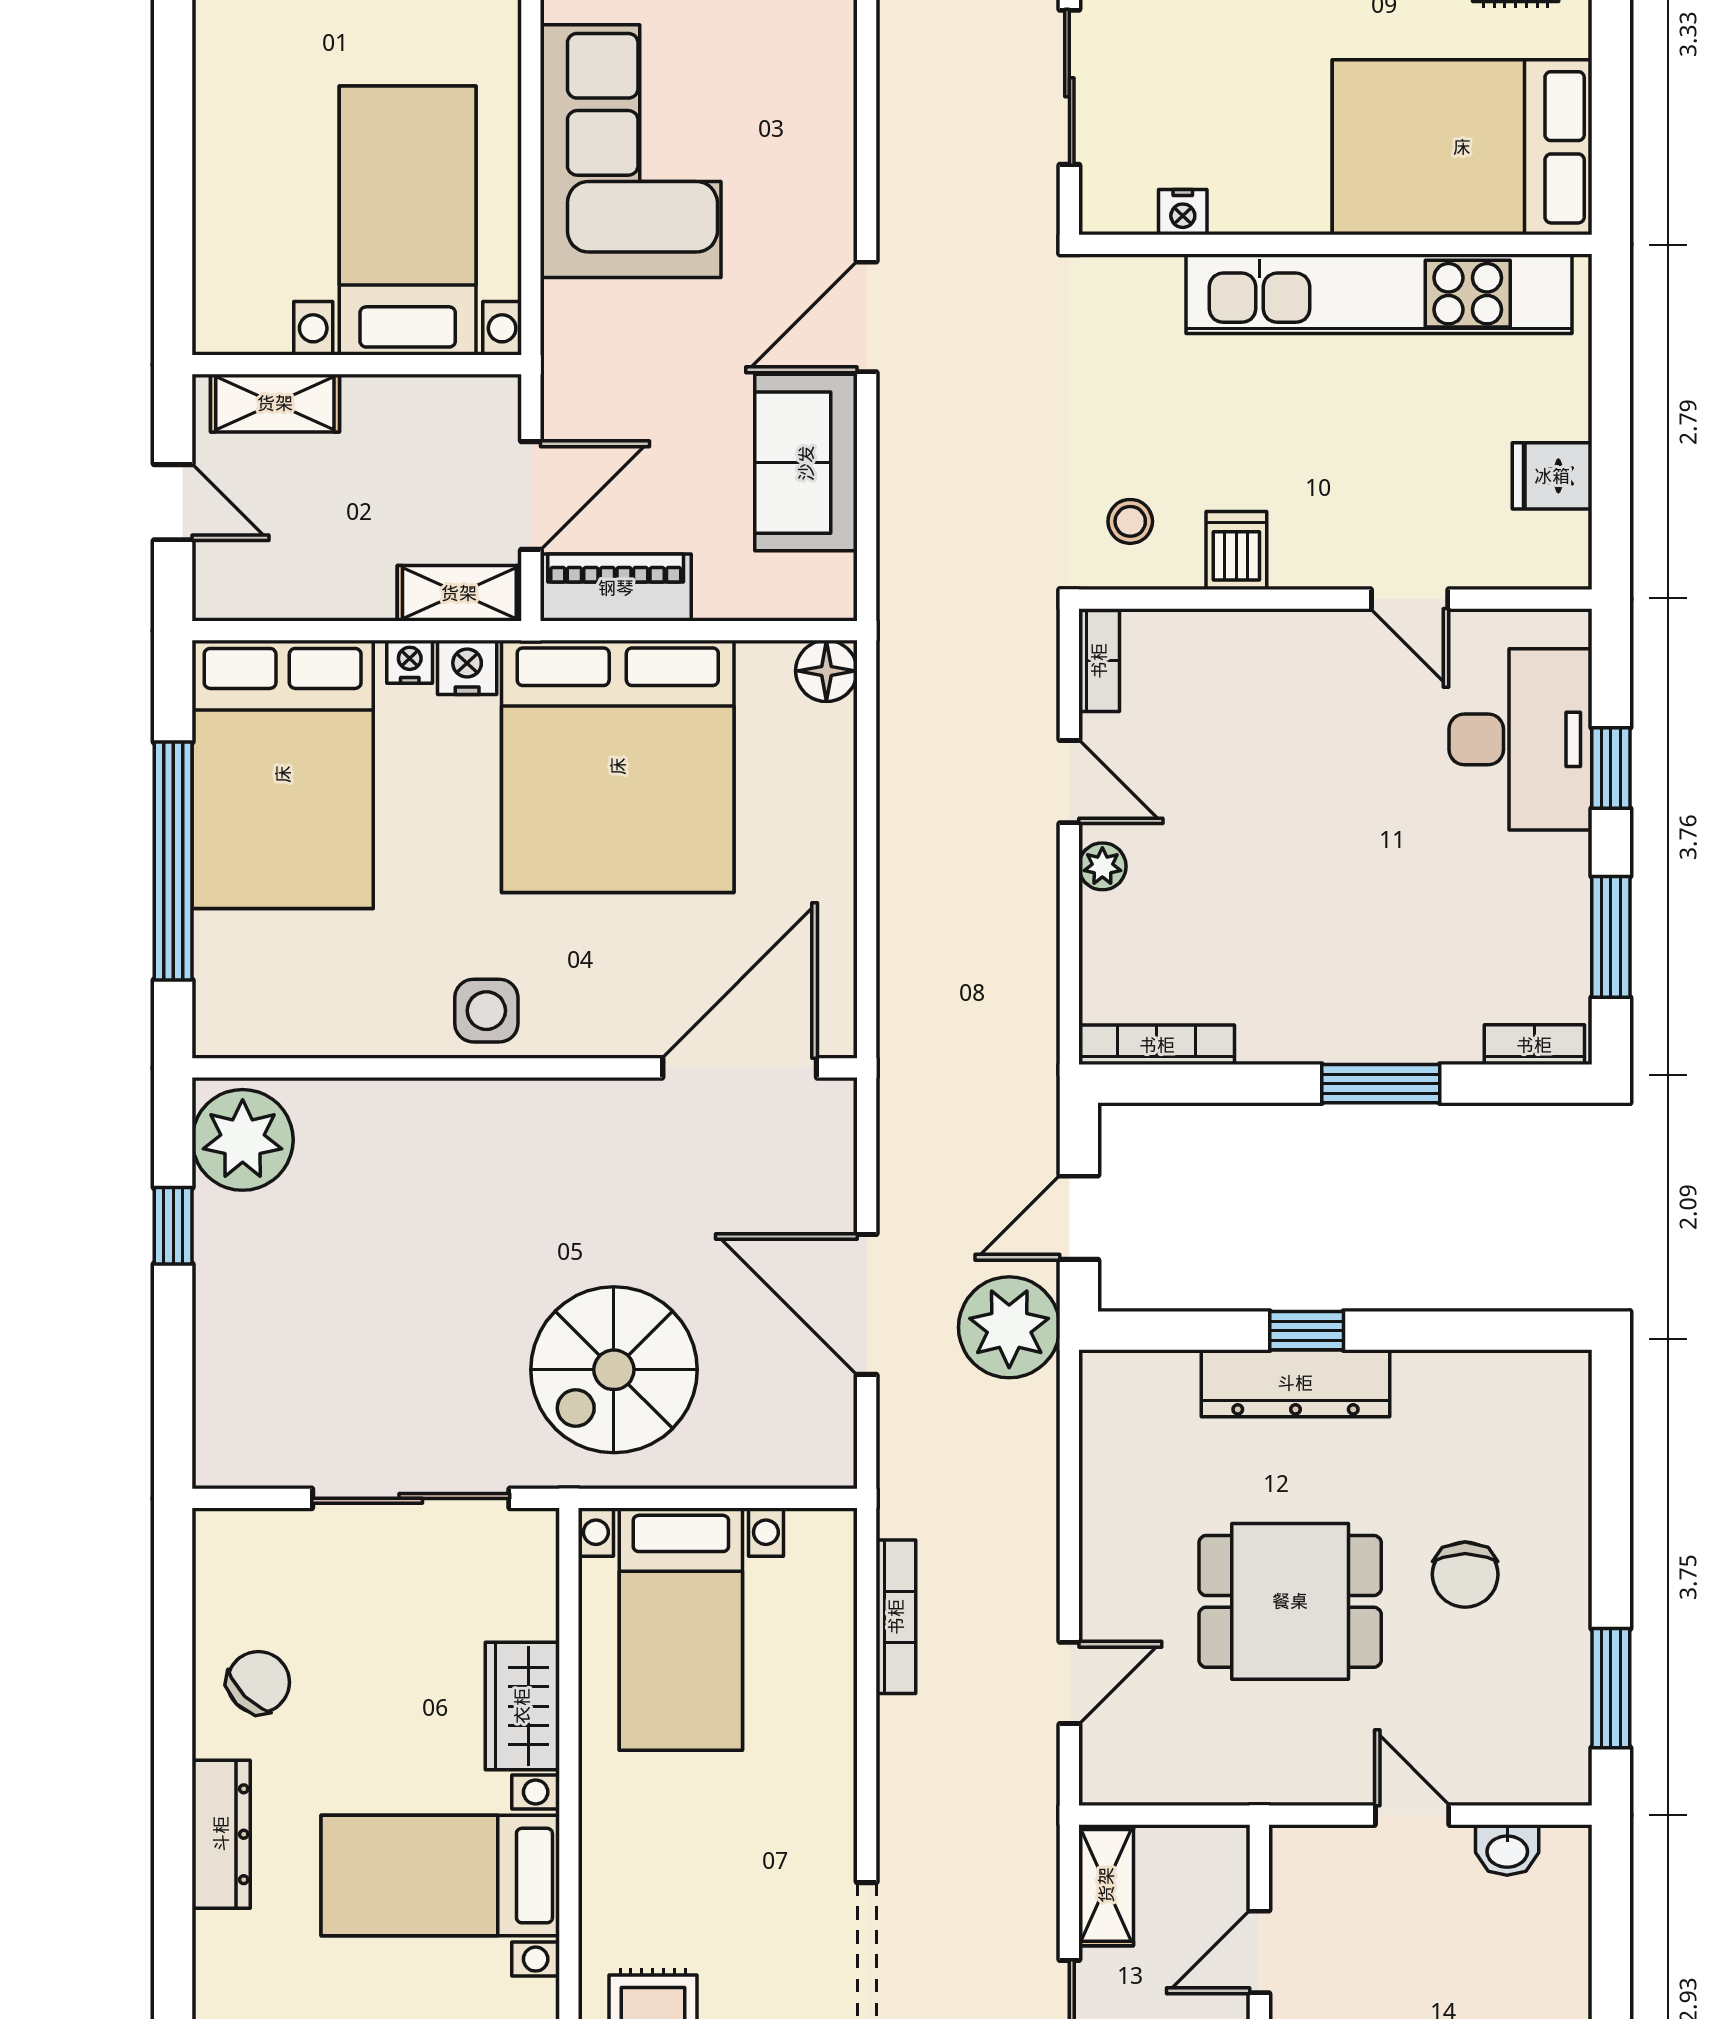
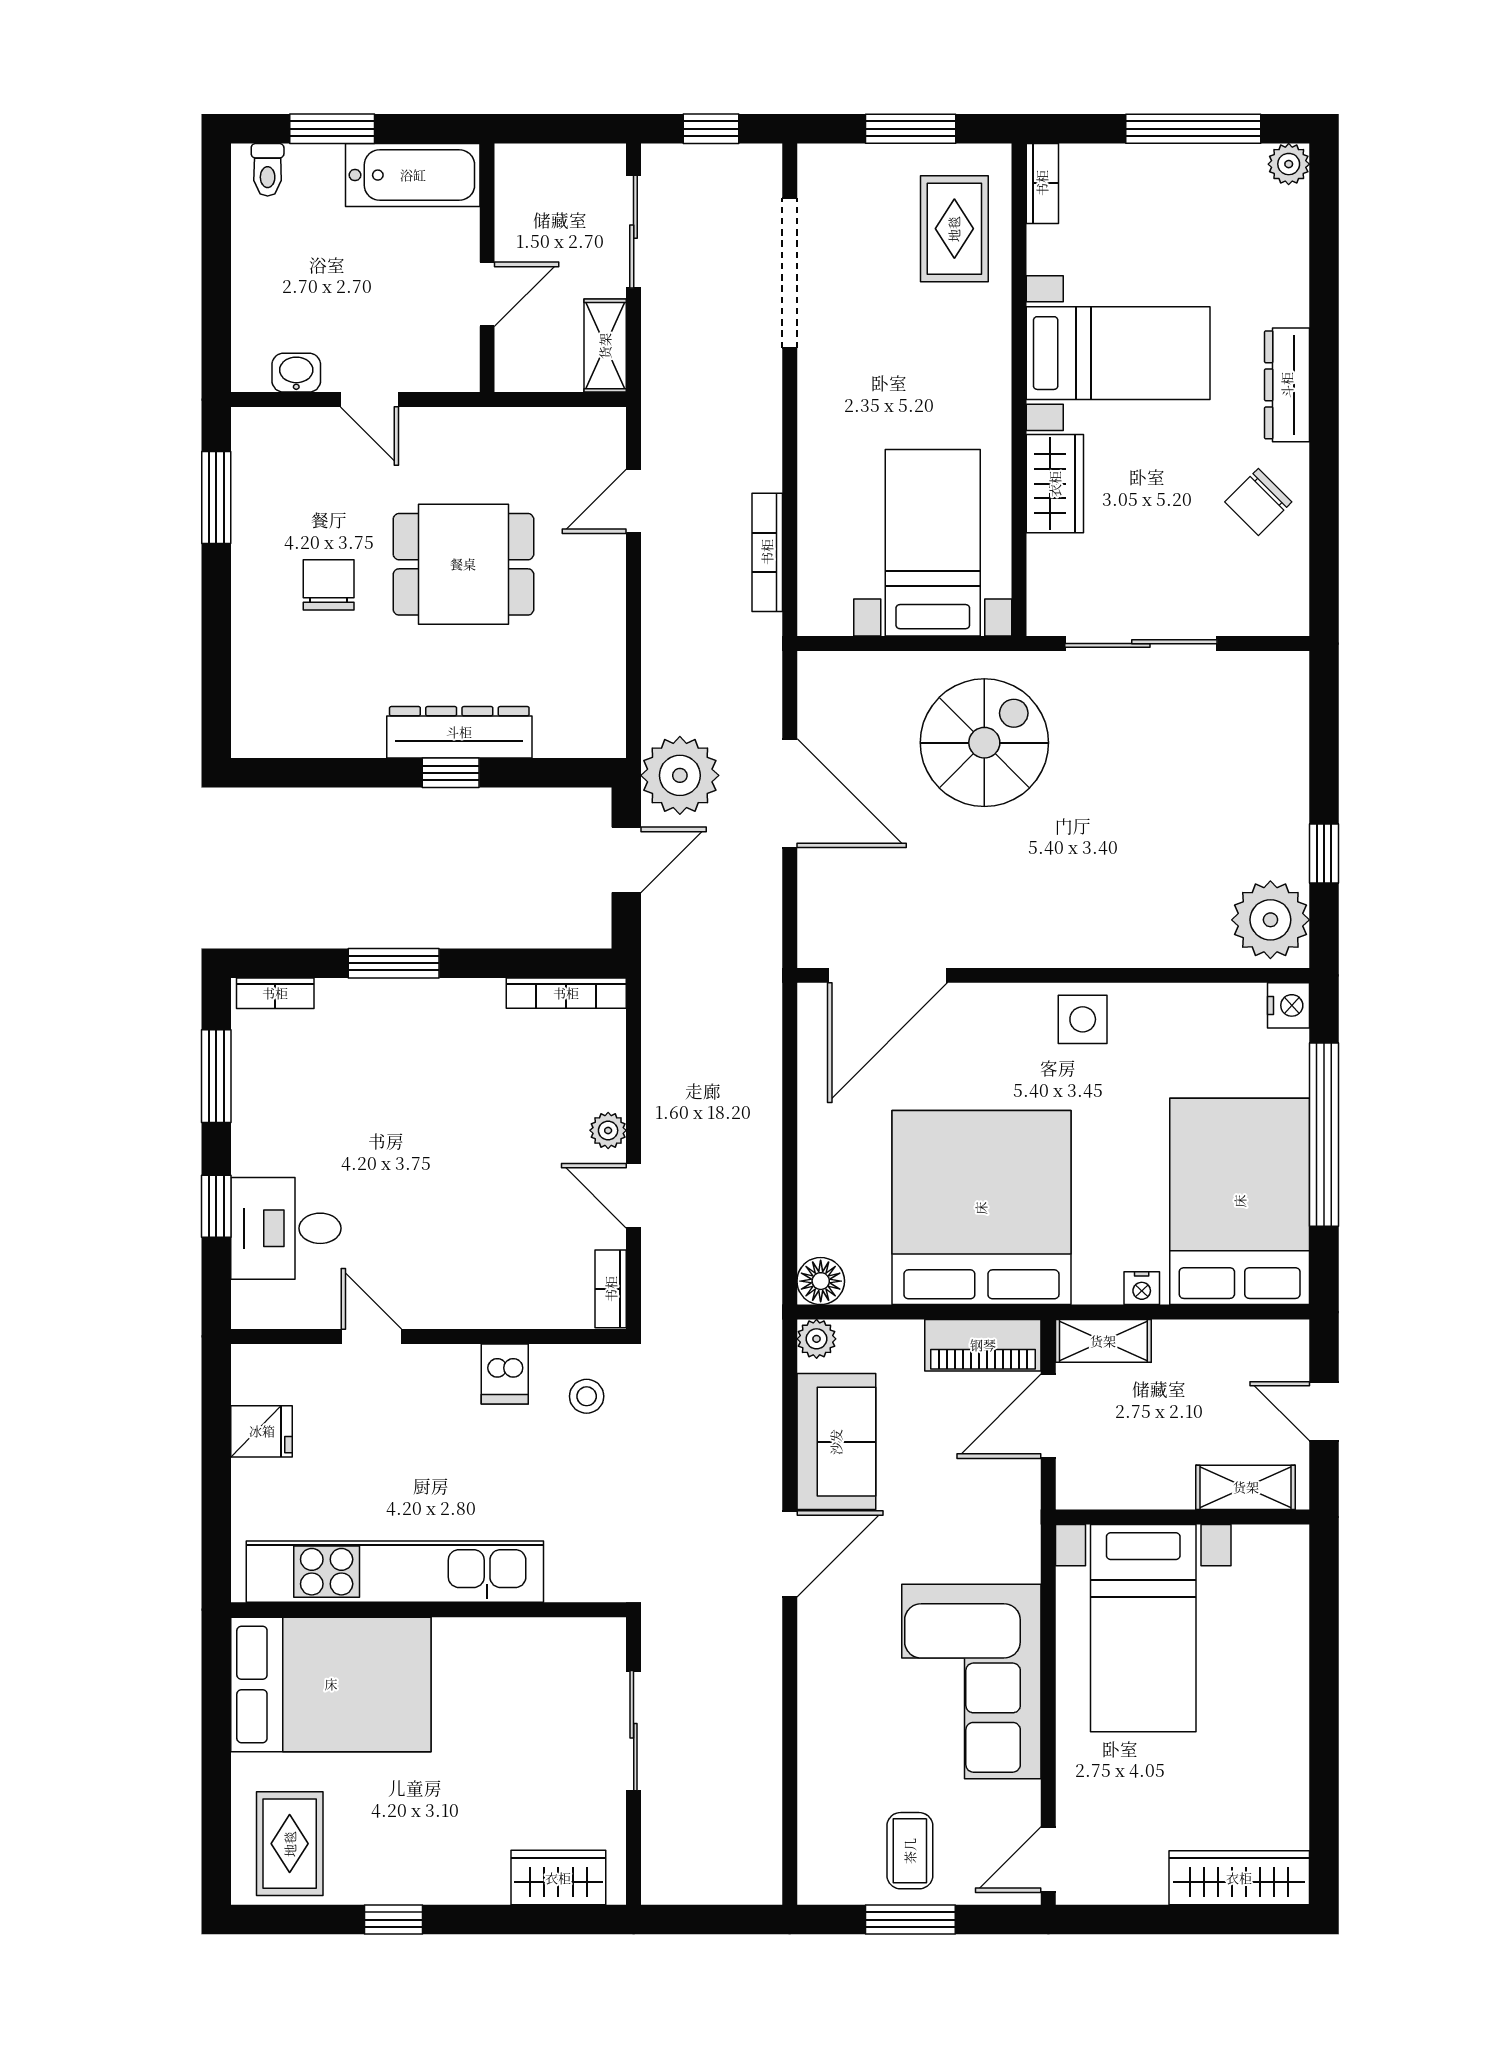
nightstand: (1183, 212) -> (546, 1635), removed
plant: (832, 596) -> (817, 1339), added
nightstand: (467, 667) -> (1288, 1005), moved, turned -90
desk: (1520, 739) -> (286, 1228), width x0.73

